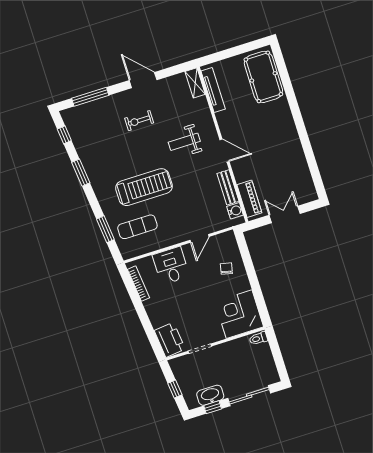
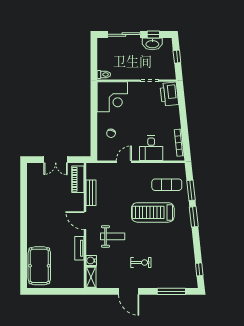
tv unit: (213, 90) -> (79, 248), moved, width x0.71
window: (81, 173) -> (194, 217), moved
water cooler: (235, 211) -> (91, 260), moved

